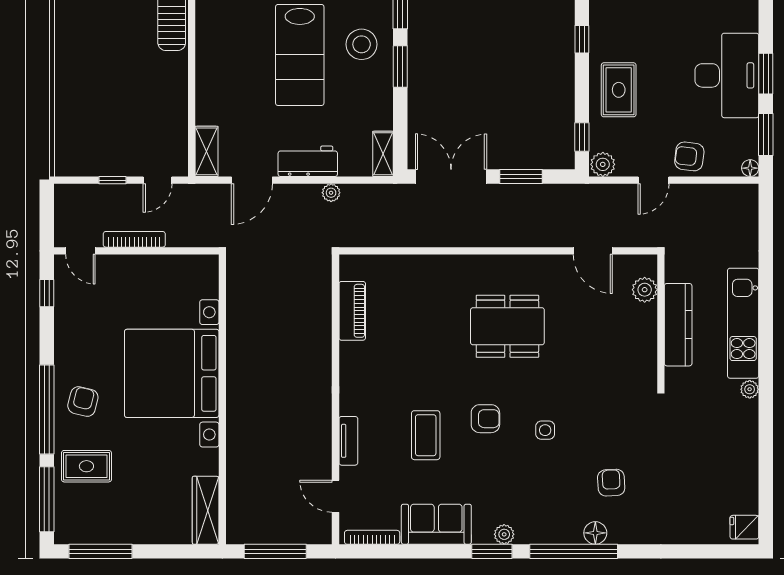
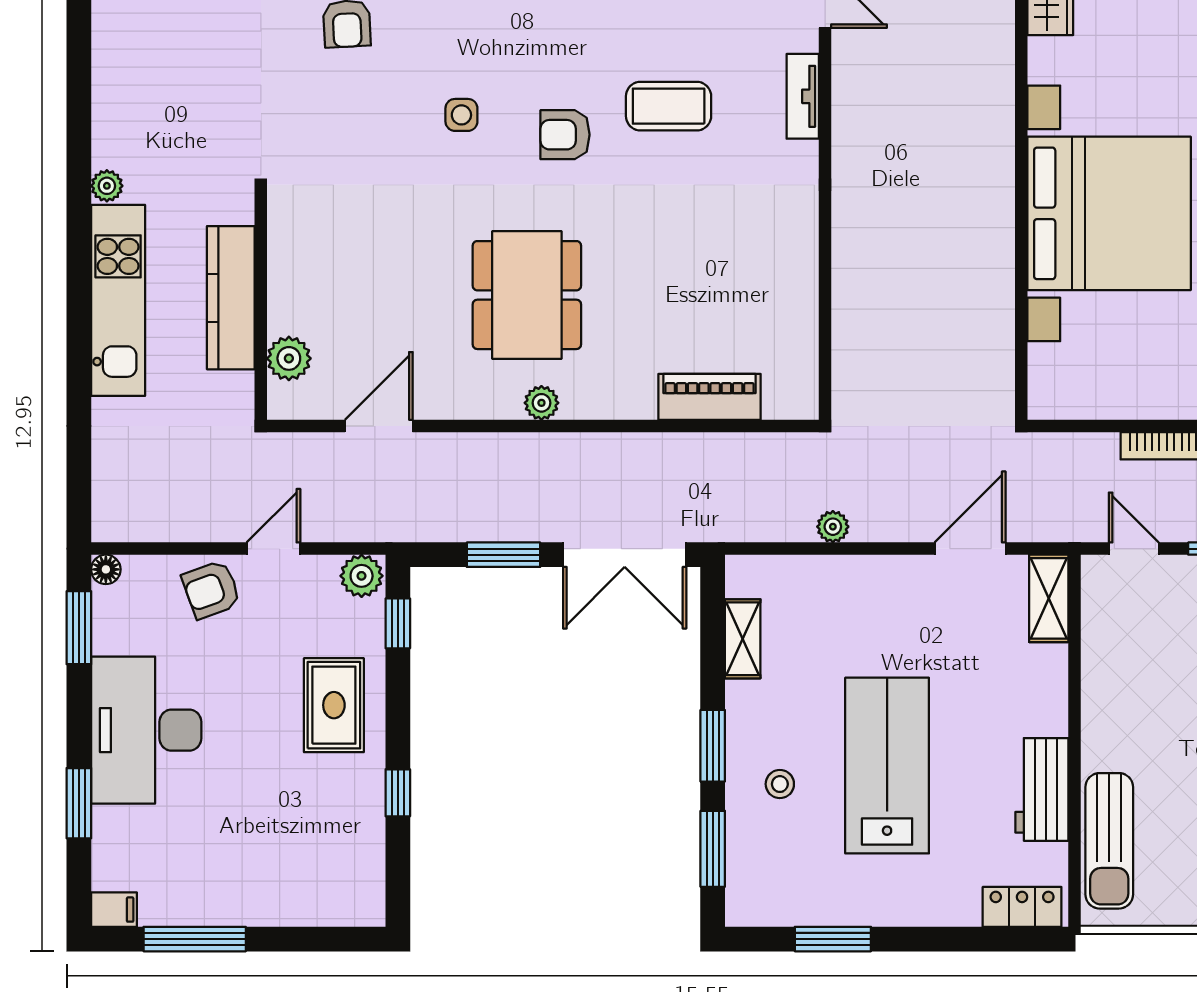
stool: (362, 44) -> (780, 784), width x0.53, depth x0.53
window: (766, 74) -> (79, 803), moved
shelving: (383, 154) -> (743, 639), moved
armchair: (689, 156) -> (211, 590), turned 153
workbench: (308, 161) -> (1042, 789), moved, turned 90
door: (158, 180) -> (1134, 549), hinge flipped
door: (593, 251) -> (379, 426), hinge flipped
plant: (499, 264) -> (541, 403), added
piano: (352, 311) -> (710, 397), moved, turned 90
dining table: (507, 326) -> (527, 295), turned 90
coffee table: (426, 435) -> (669, 106), turned 90

